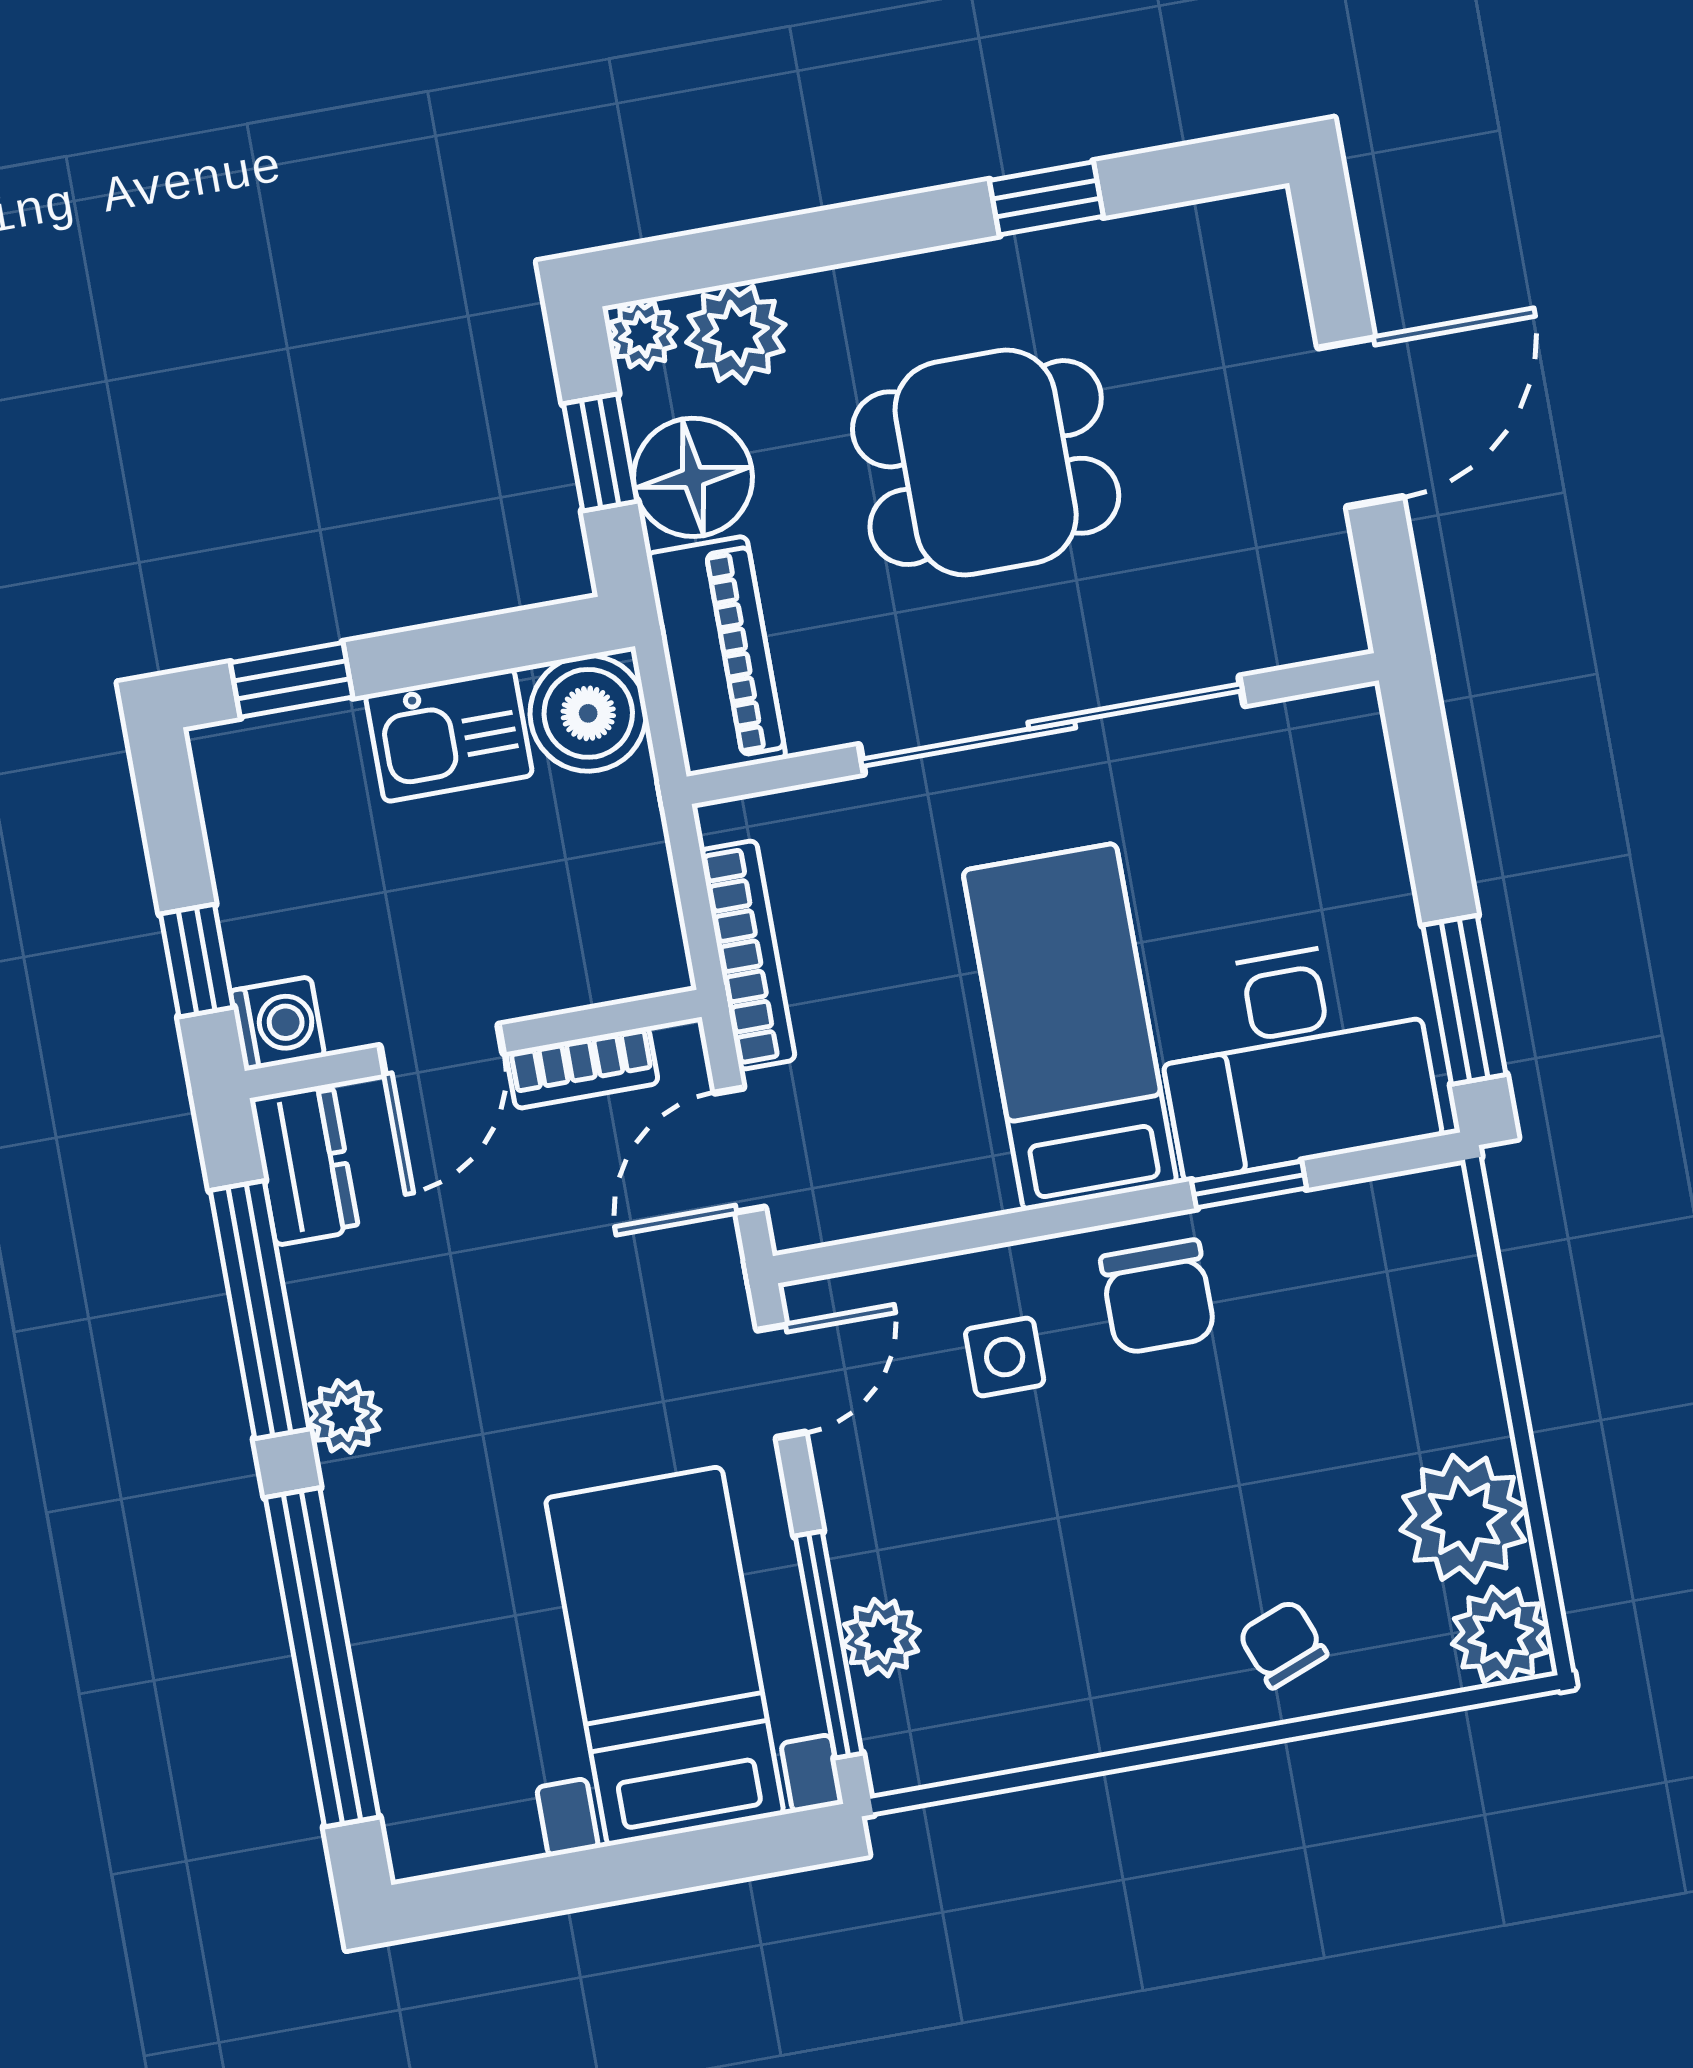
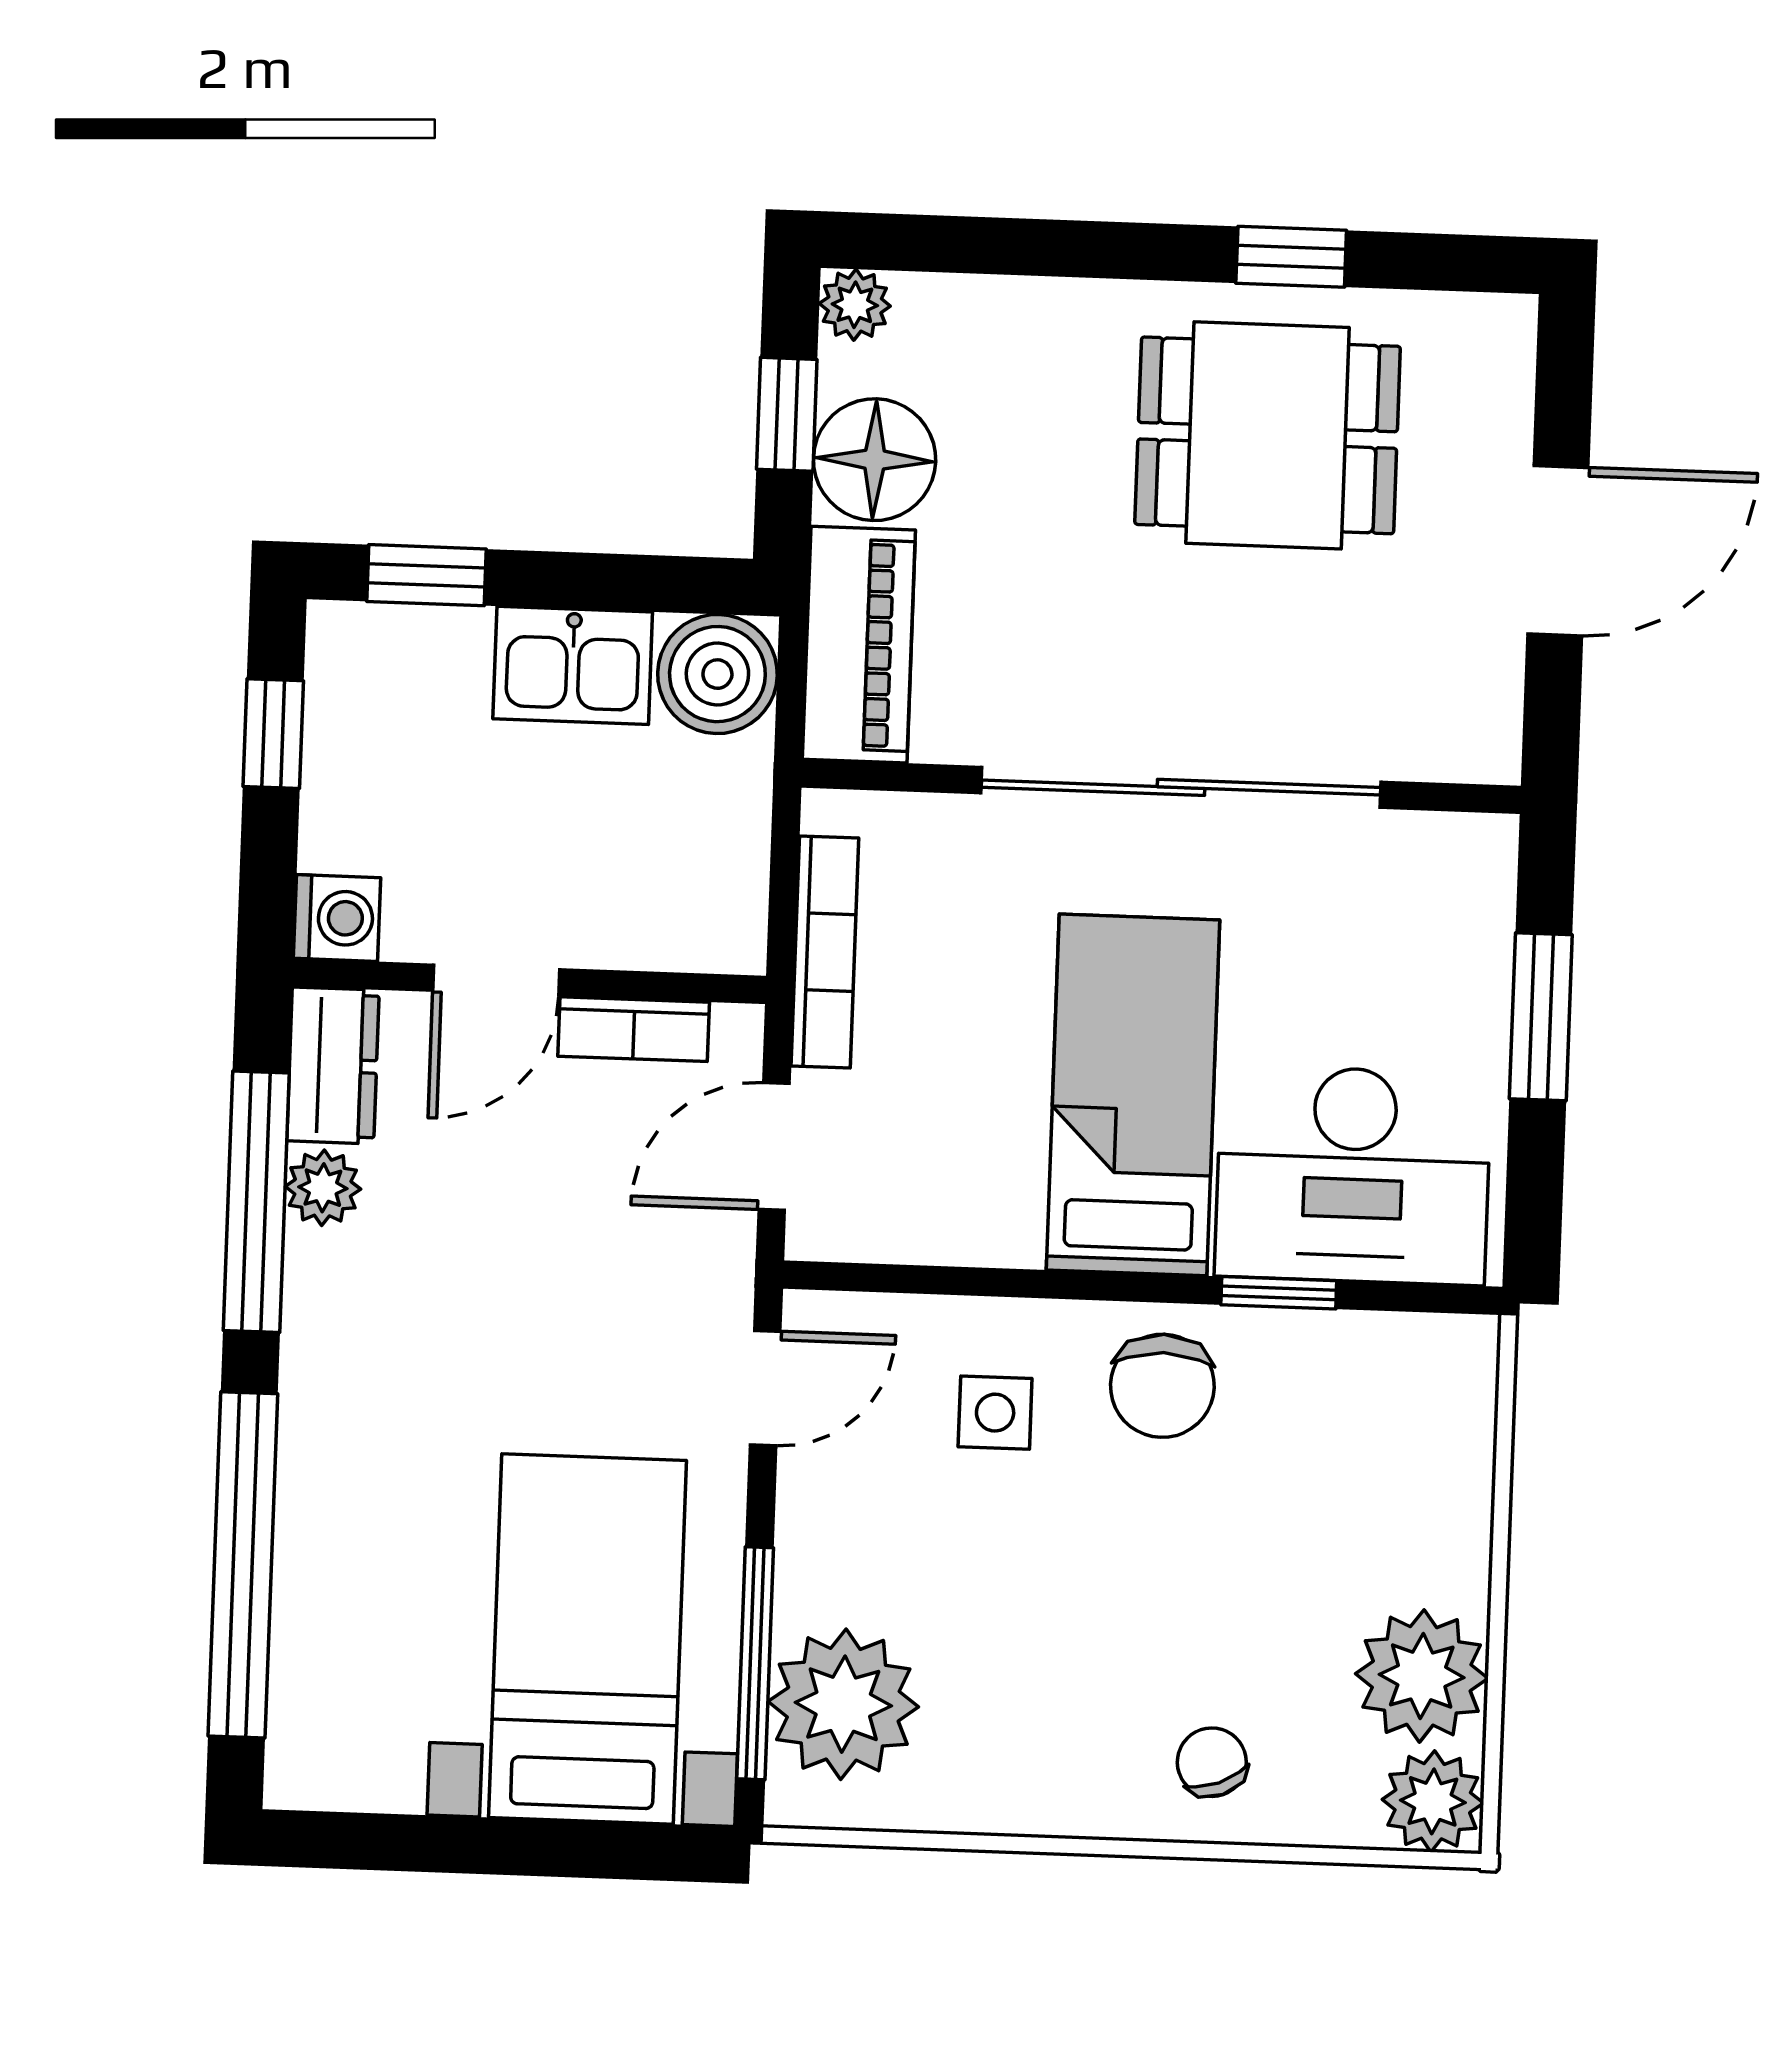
plant: (736, 334) -> (949, 324), removed
dining table: (986, 463) -> (1268, 435), moved
window: (197, 961) -> (273, 734), moved
window: (1464, 1000) -> (1541, 1017), moved
plant: (344, 1417) -> (323, 1188), moved
plant: (881, 1638) -> (843, 1704), width x1.88, depth x1.88

